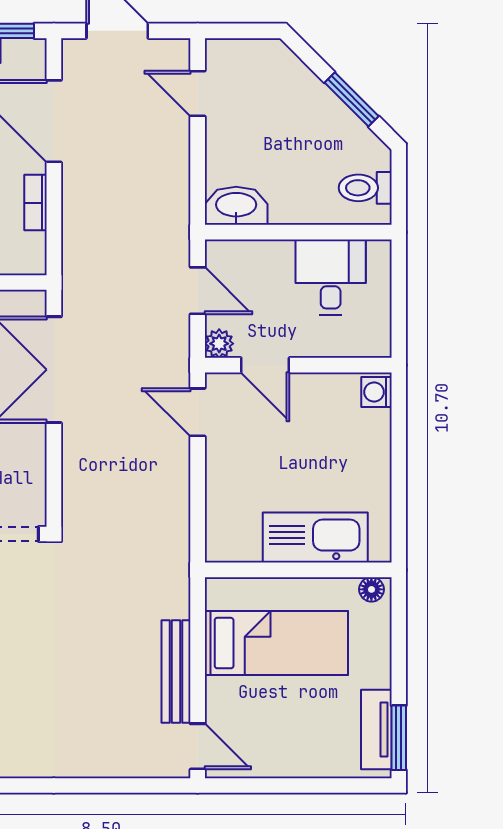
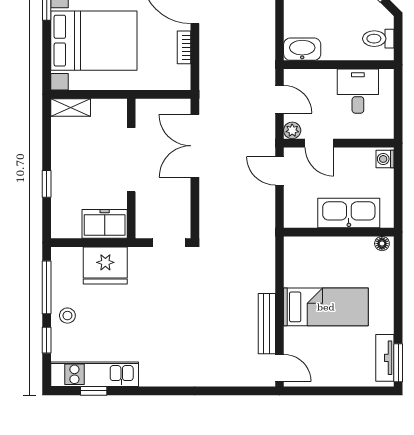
kitchen sink: (315, 538) -> (349, 213), moved
wall: (298, 570) -> (339, 232), moved
floor lamp: (371, 589) -> (382, 244), moved

